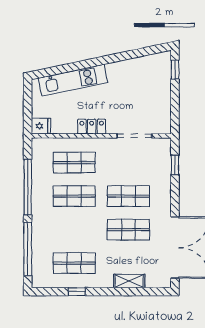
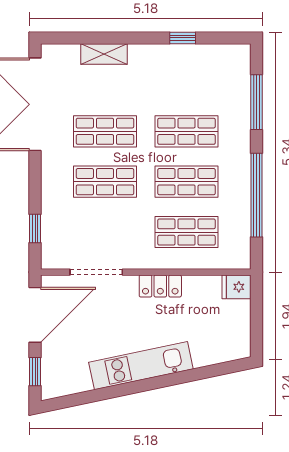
kitchen unit: (73, 80) -> (141, 366), moved
door: (175, 107) -> (35, 315), added
window: (28, 249) -> (256, 102), width x0.68
shop shelf: (74, 263) -> (186, 131), moved

